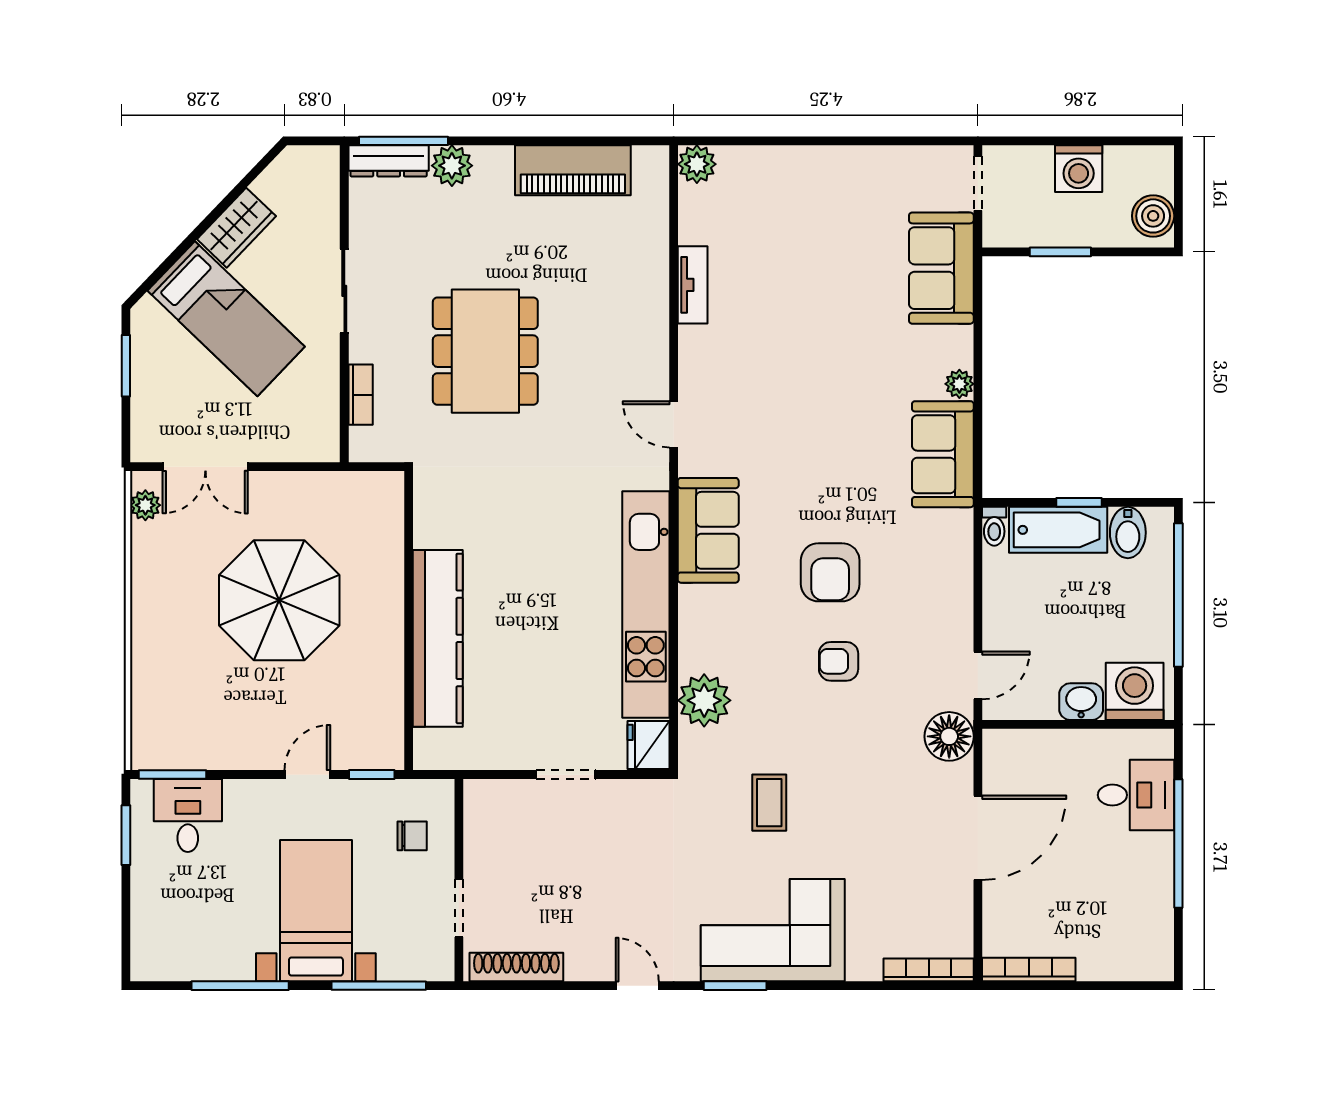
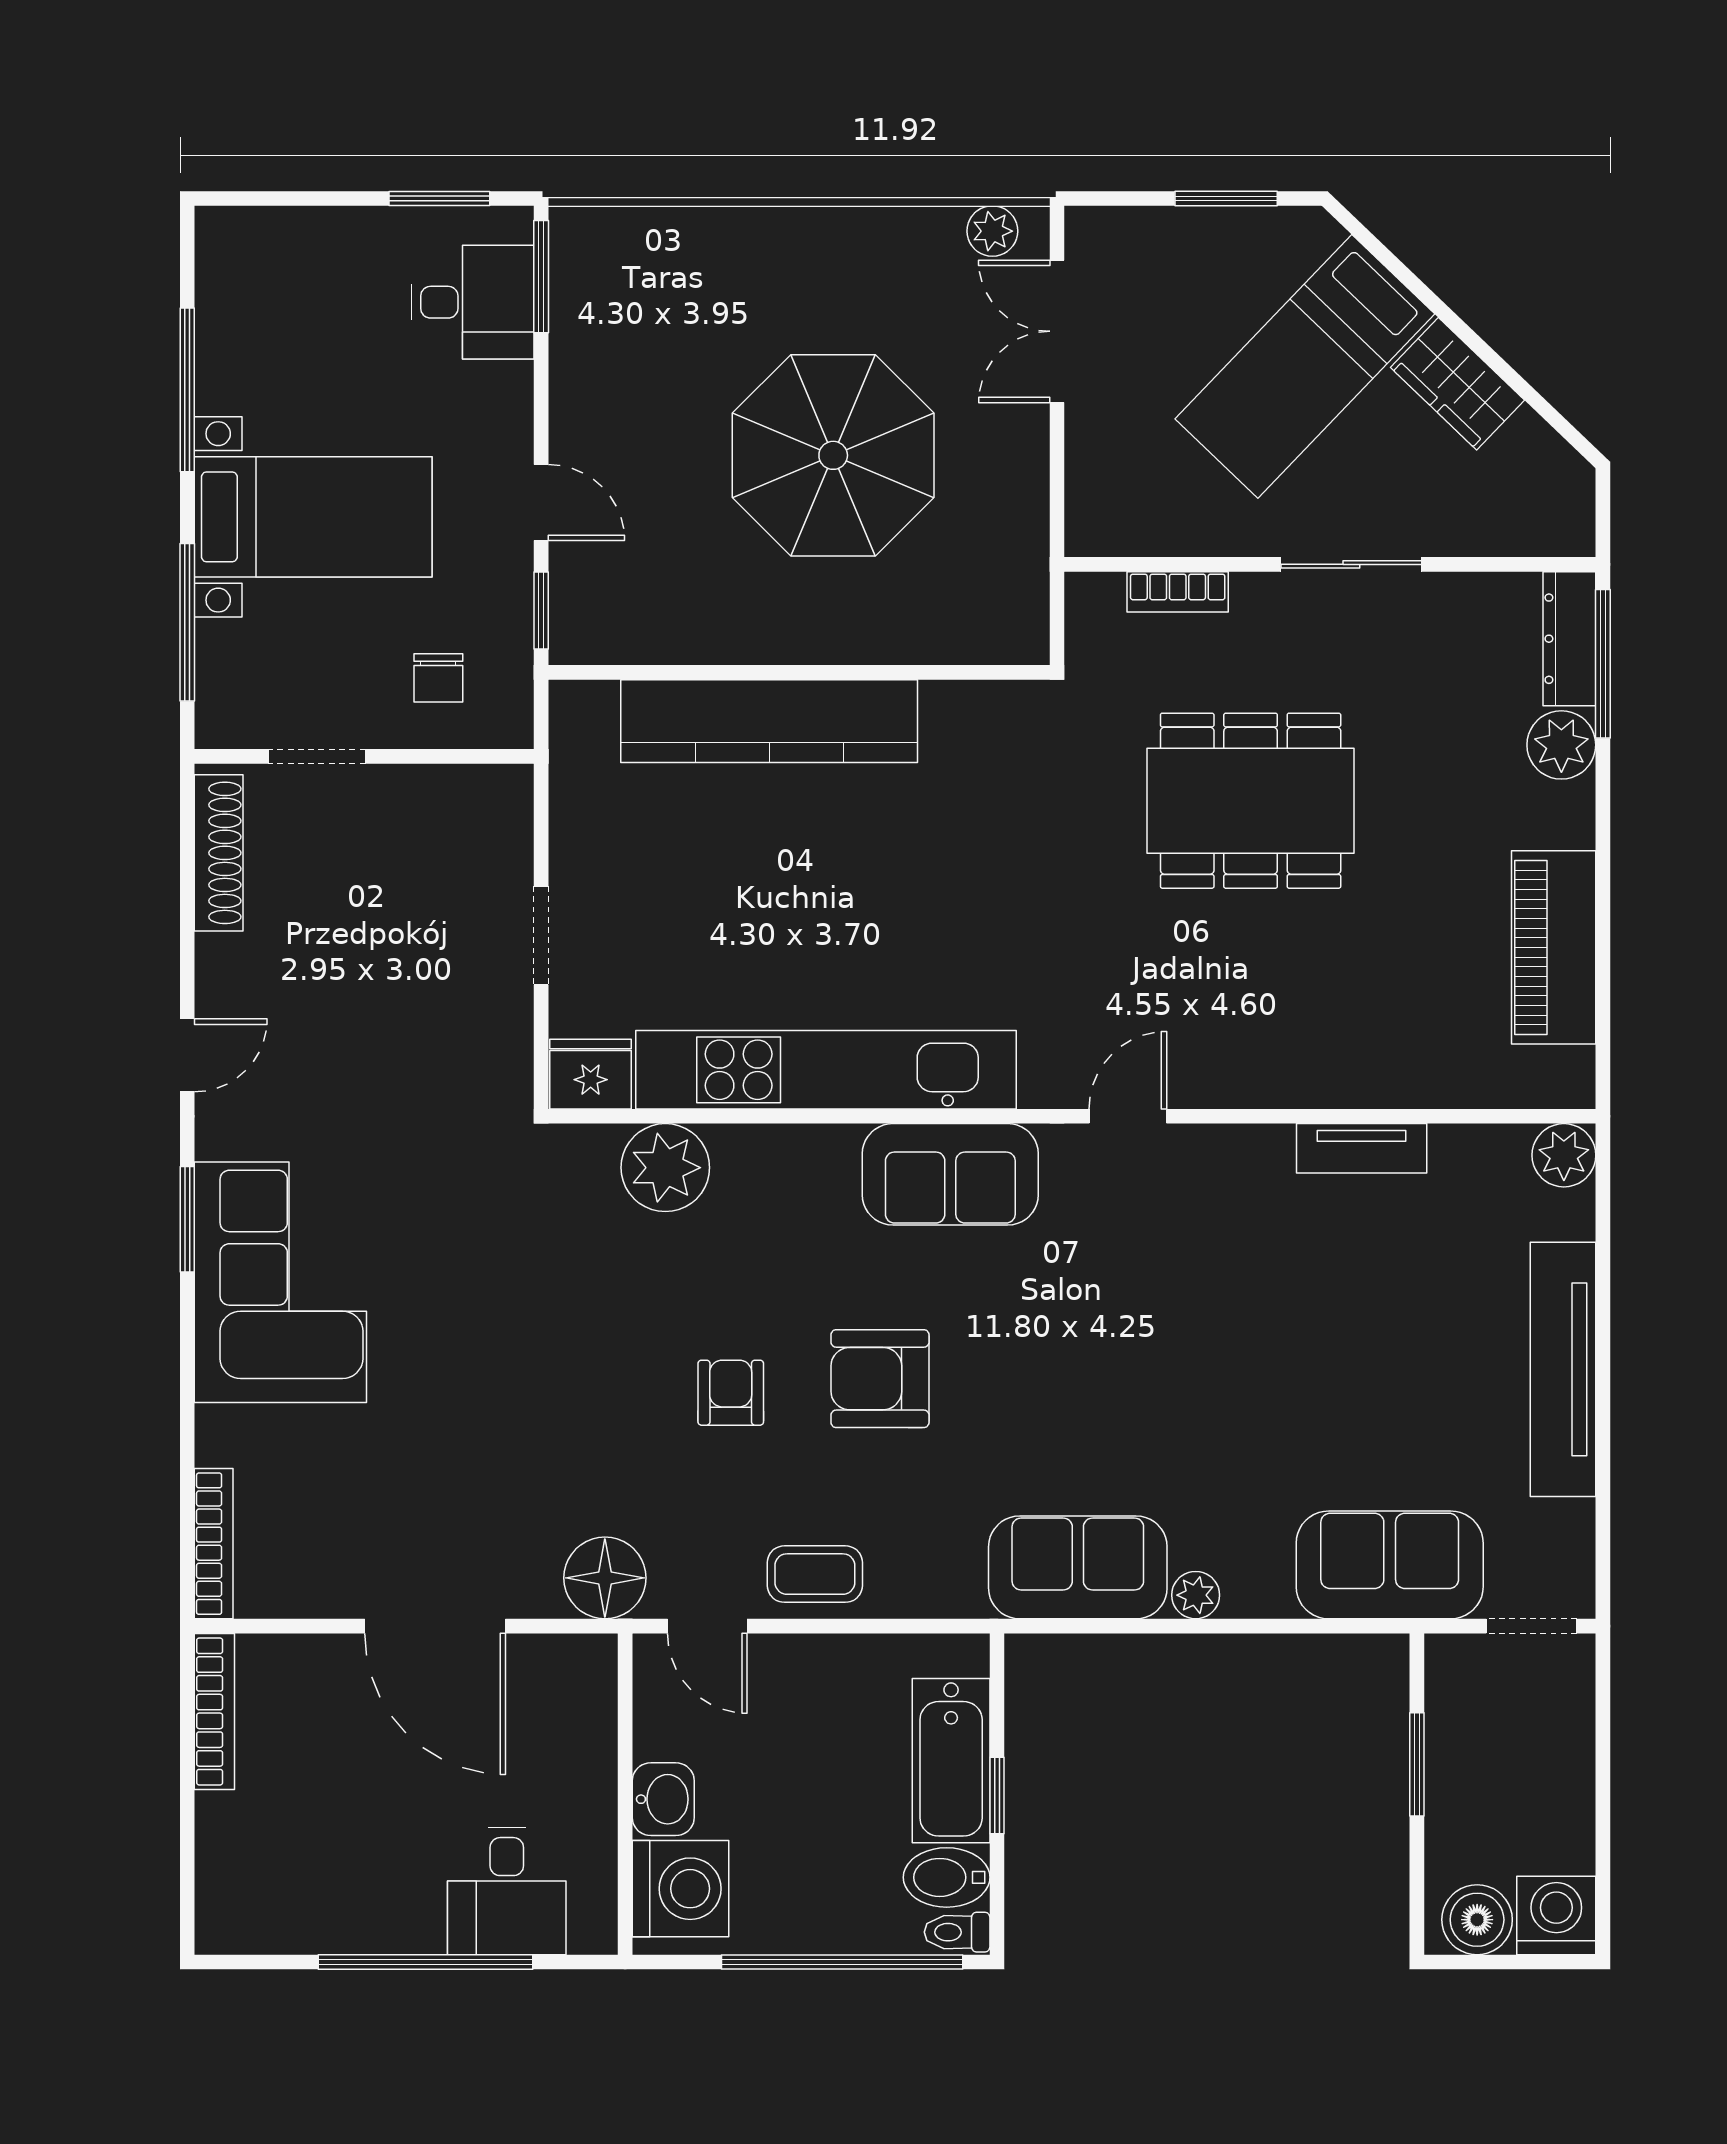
tv unit: (825, 165) -> (1563, 1369), added
washing machine: (1079, 169) -> (1556, 1915), moved, turned 90
toilet: (994, 526) -> (957, 1932), moved
coffee table: (769, 803) -> (815, 1574), moved

